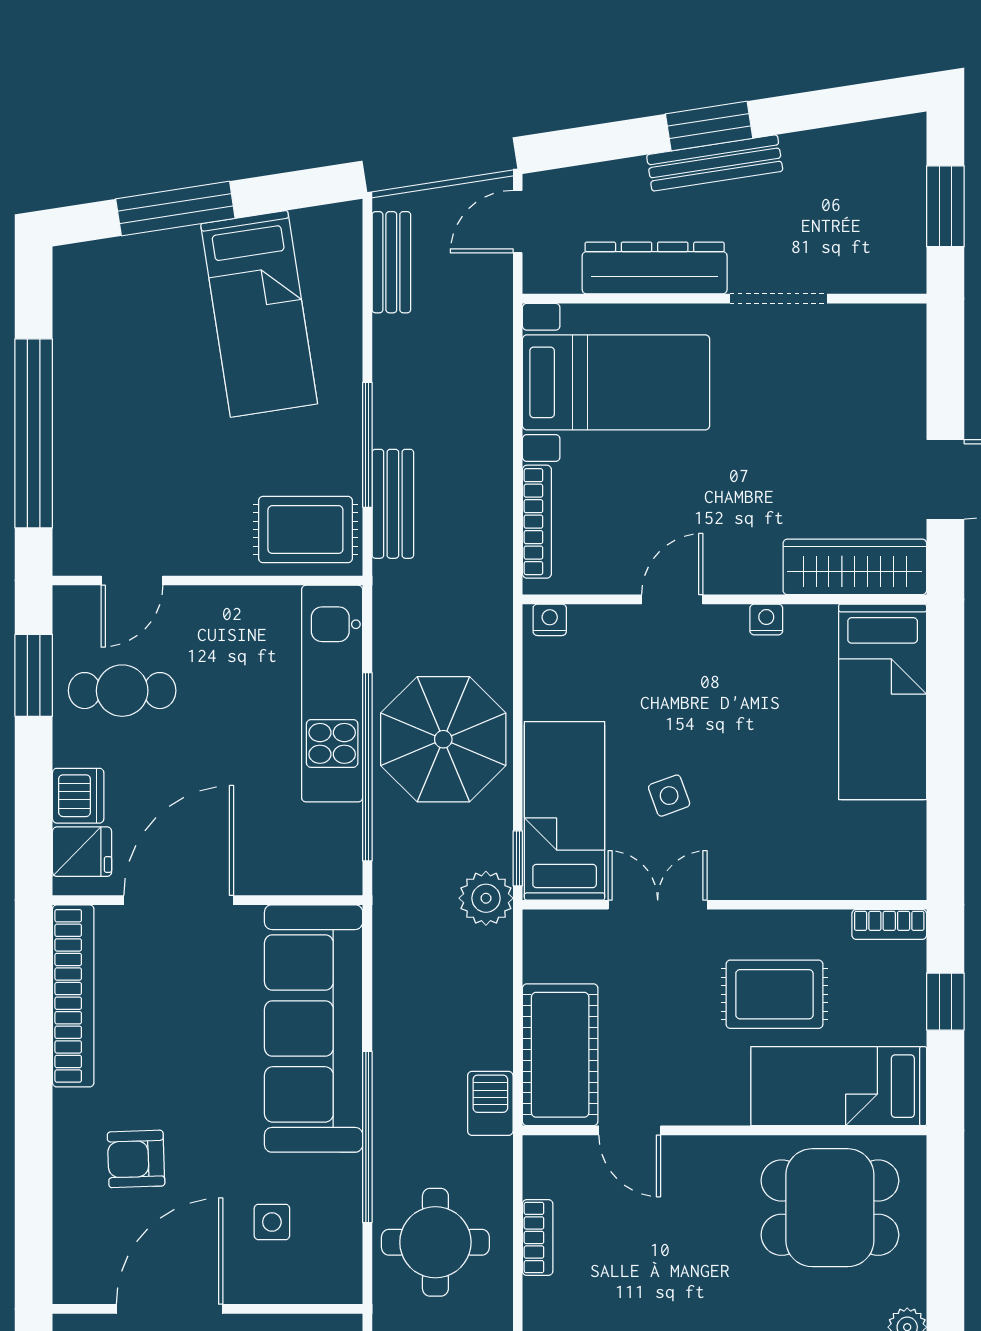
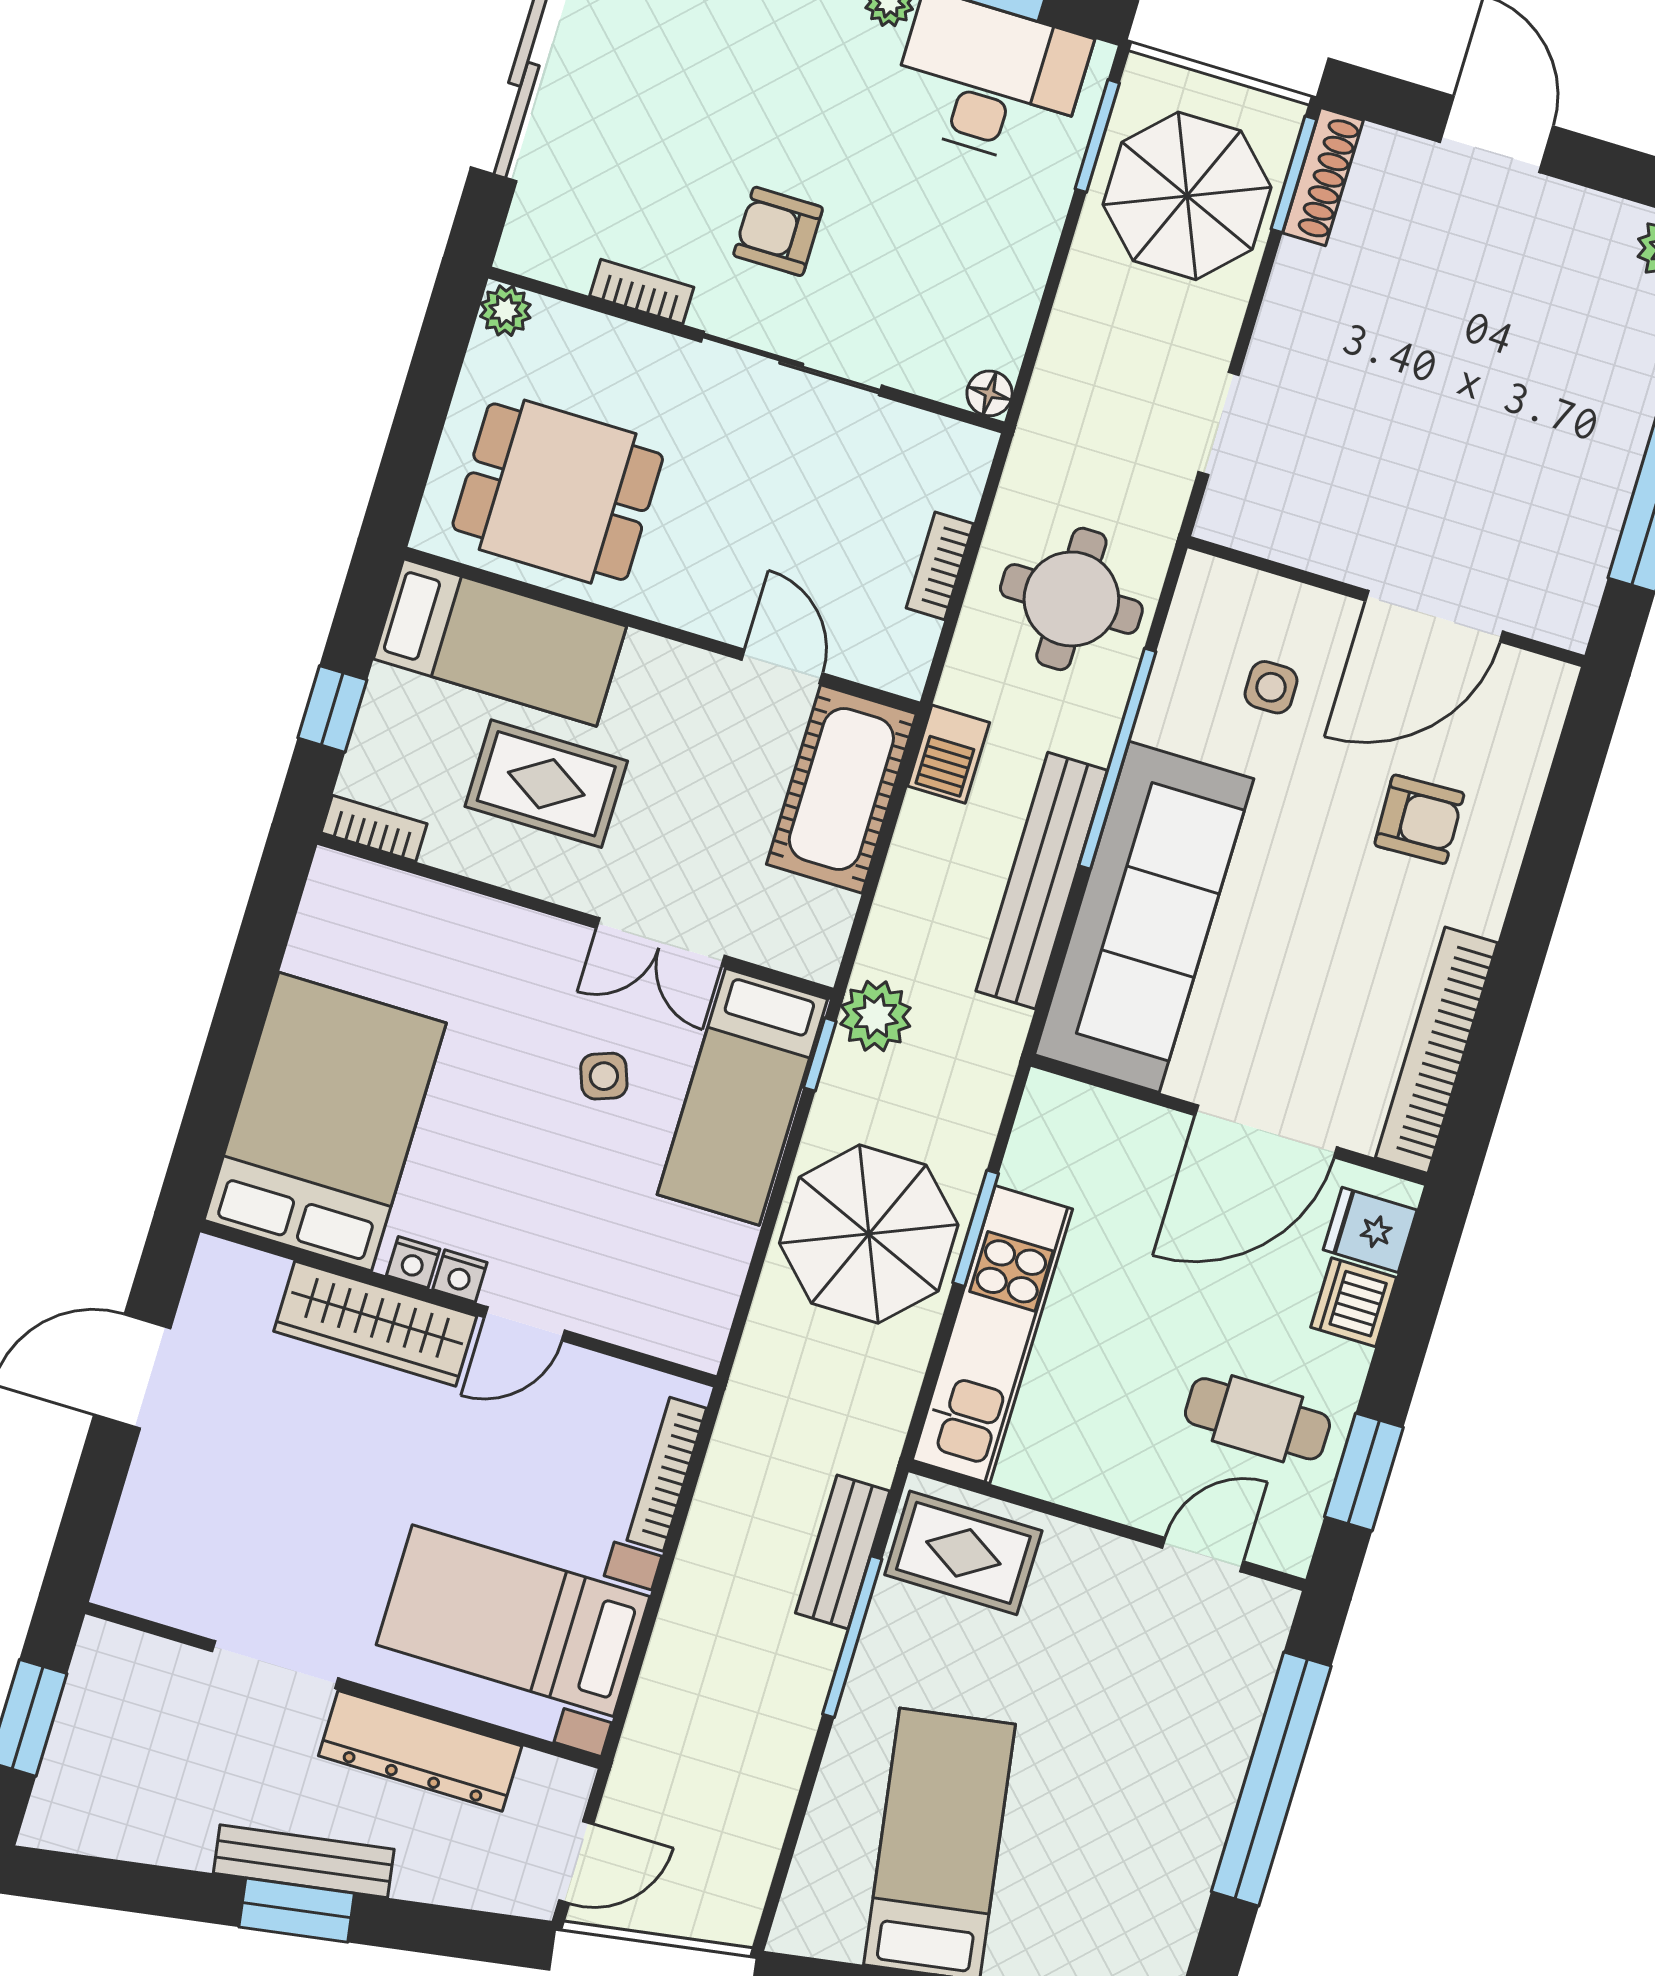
bench: (391, 262) -> (1042, 881), moved, width x1.86, depth x1.21
wardrobe: (855, 567) -> (375, 1324), moved
nightstand: (550, 620) -> (460, 1276), moved
bed: (883, 702) -> (325, 1122), width x1.50
window: (367, 767) -> (976, 1228), width x0.47

